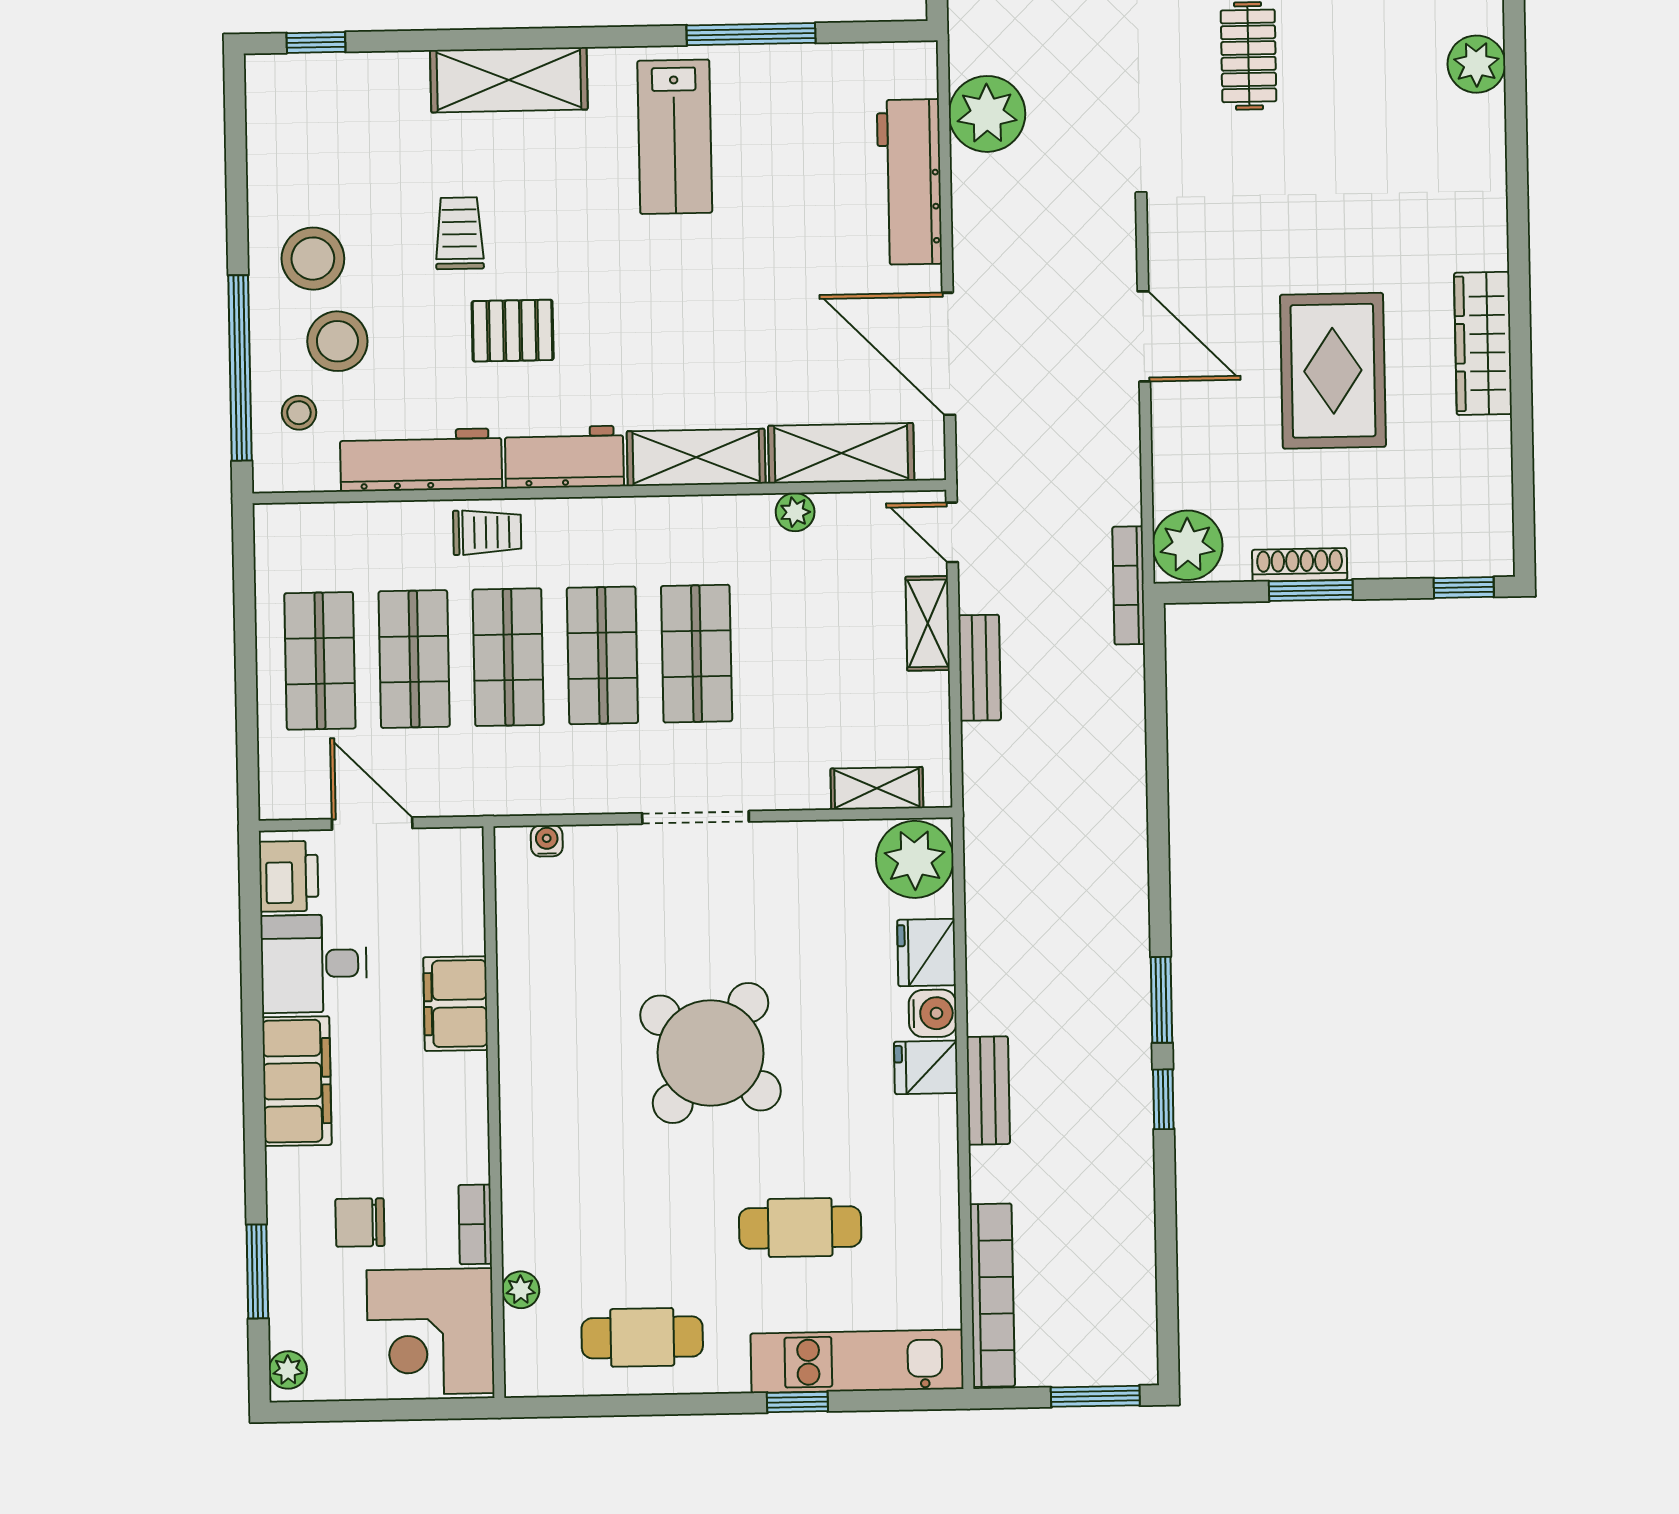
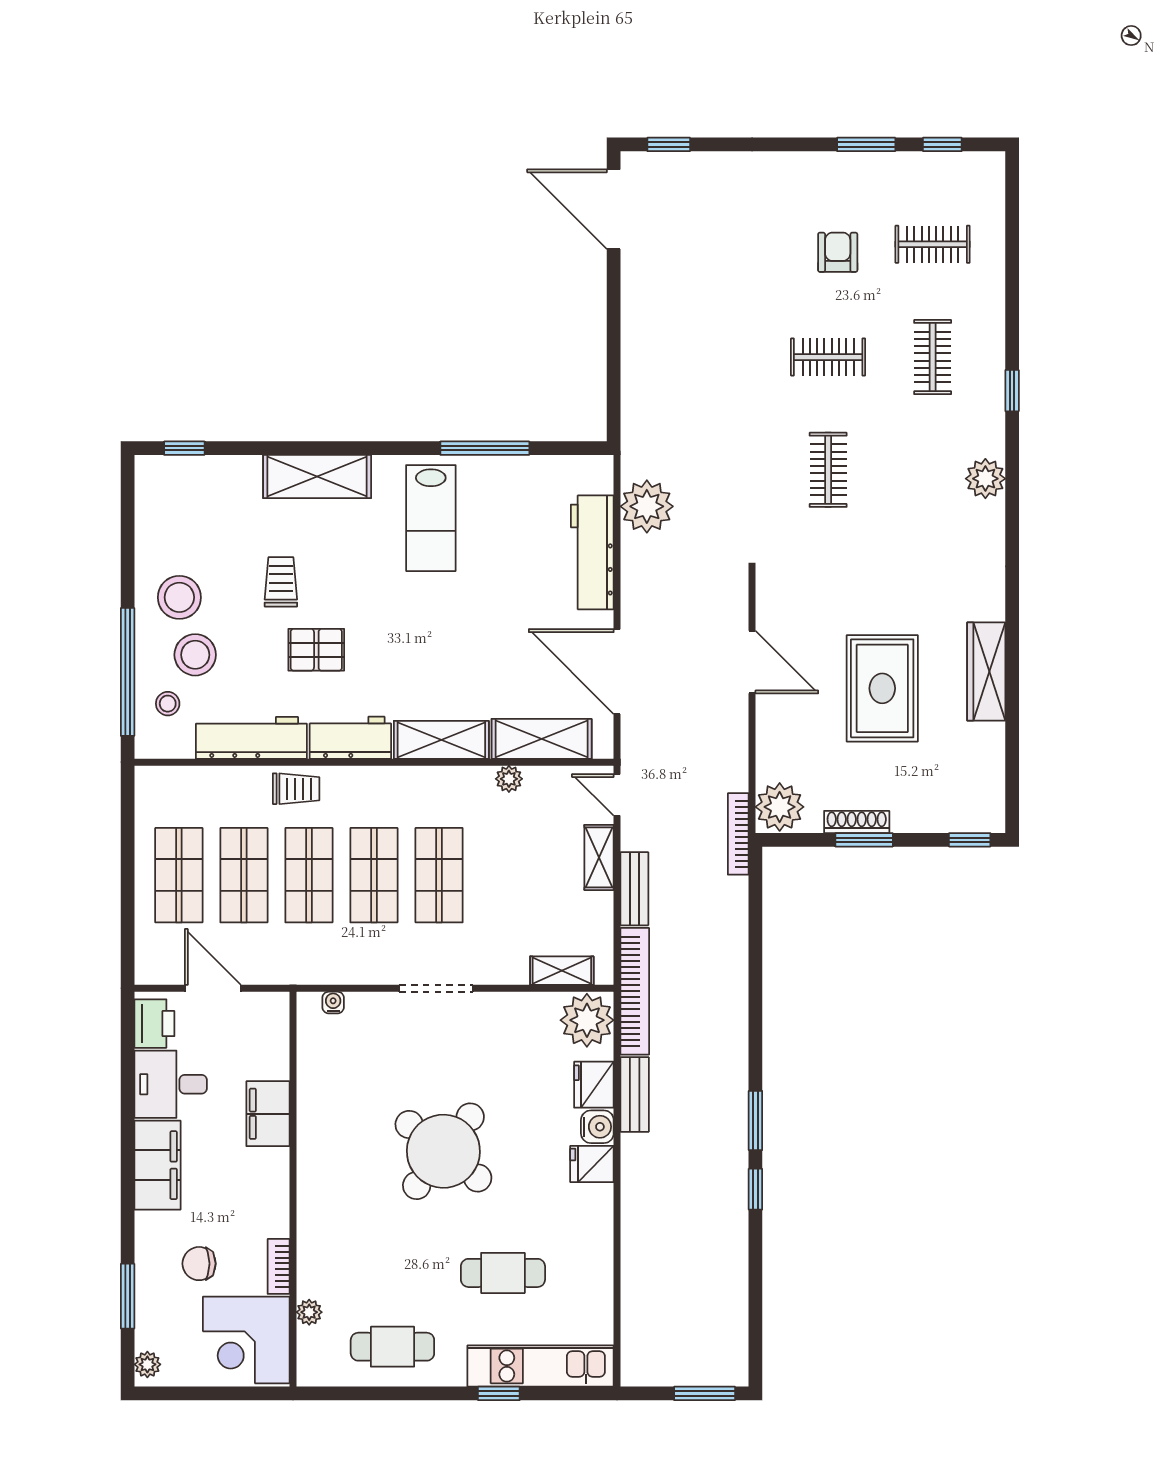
bench: (988, 1090) -> (635, 1094), moved
bookcase: (992, 1295) -> (635, 991), moved

